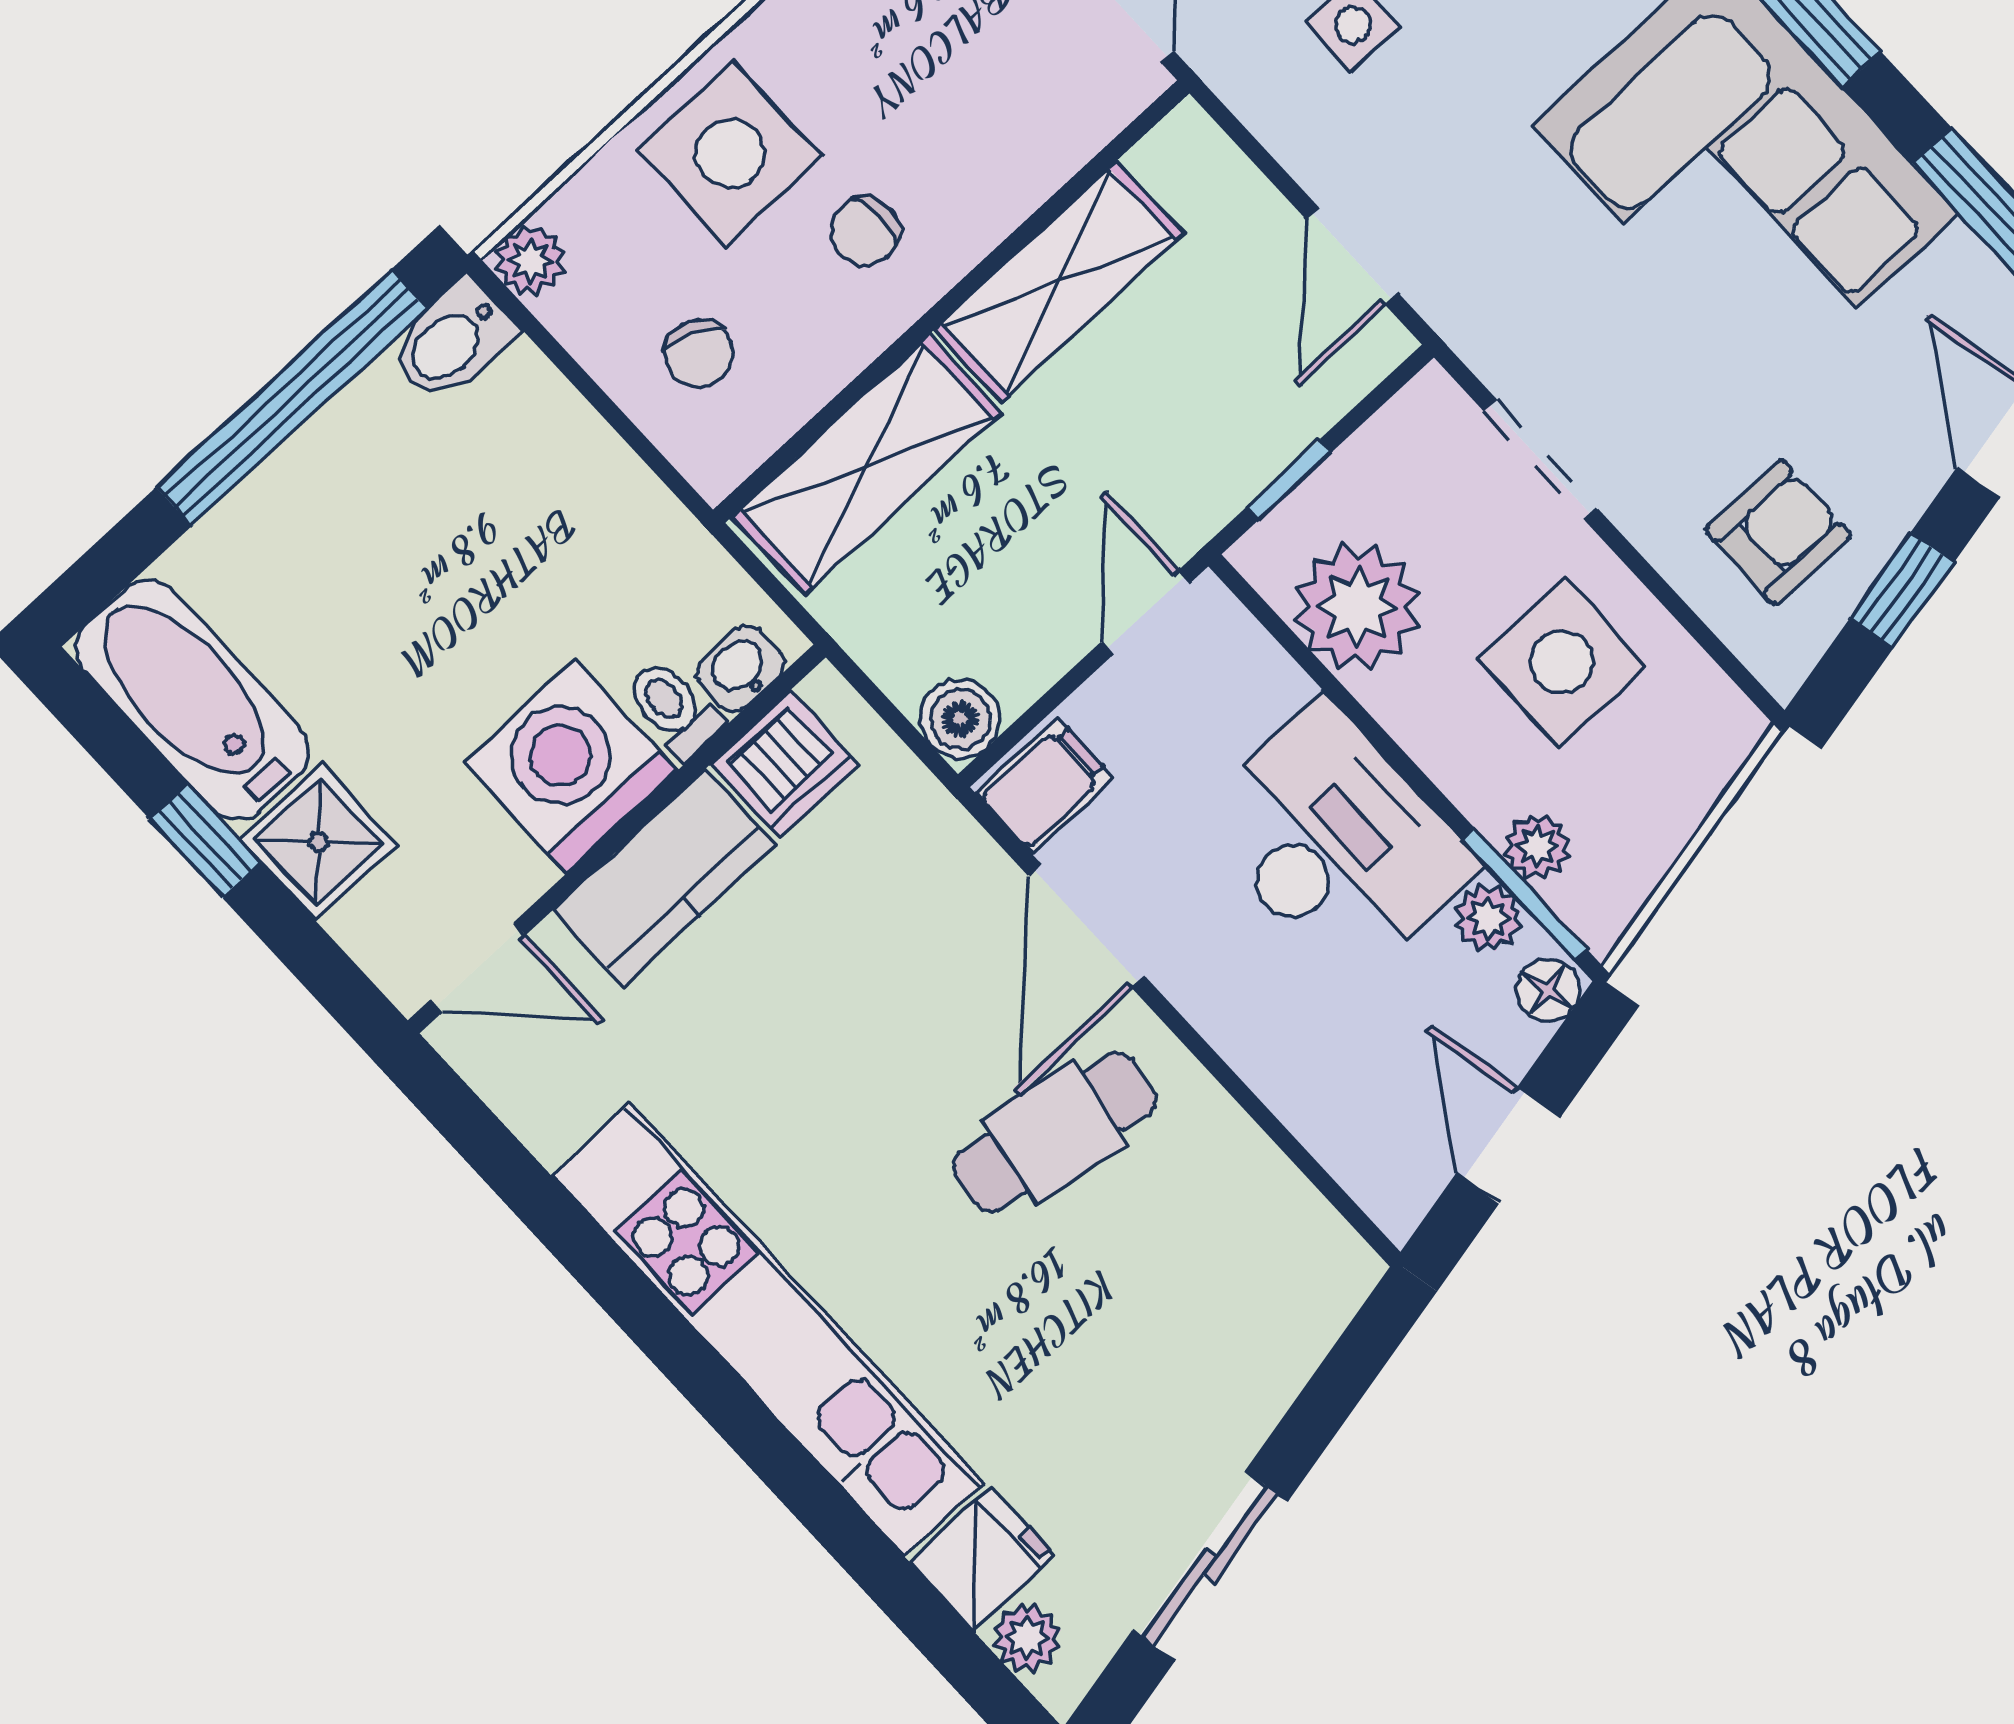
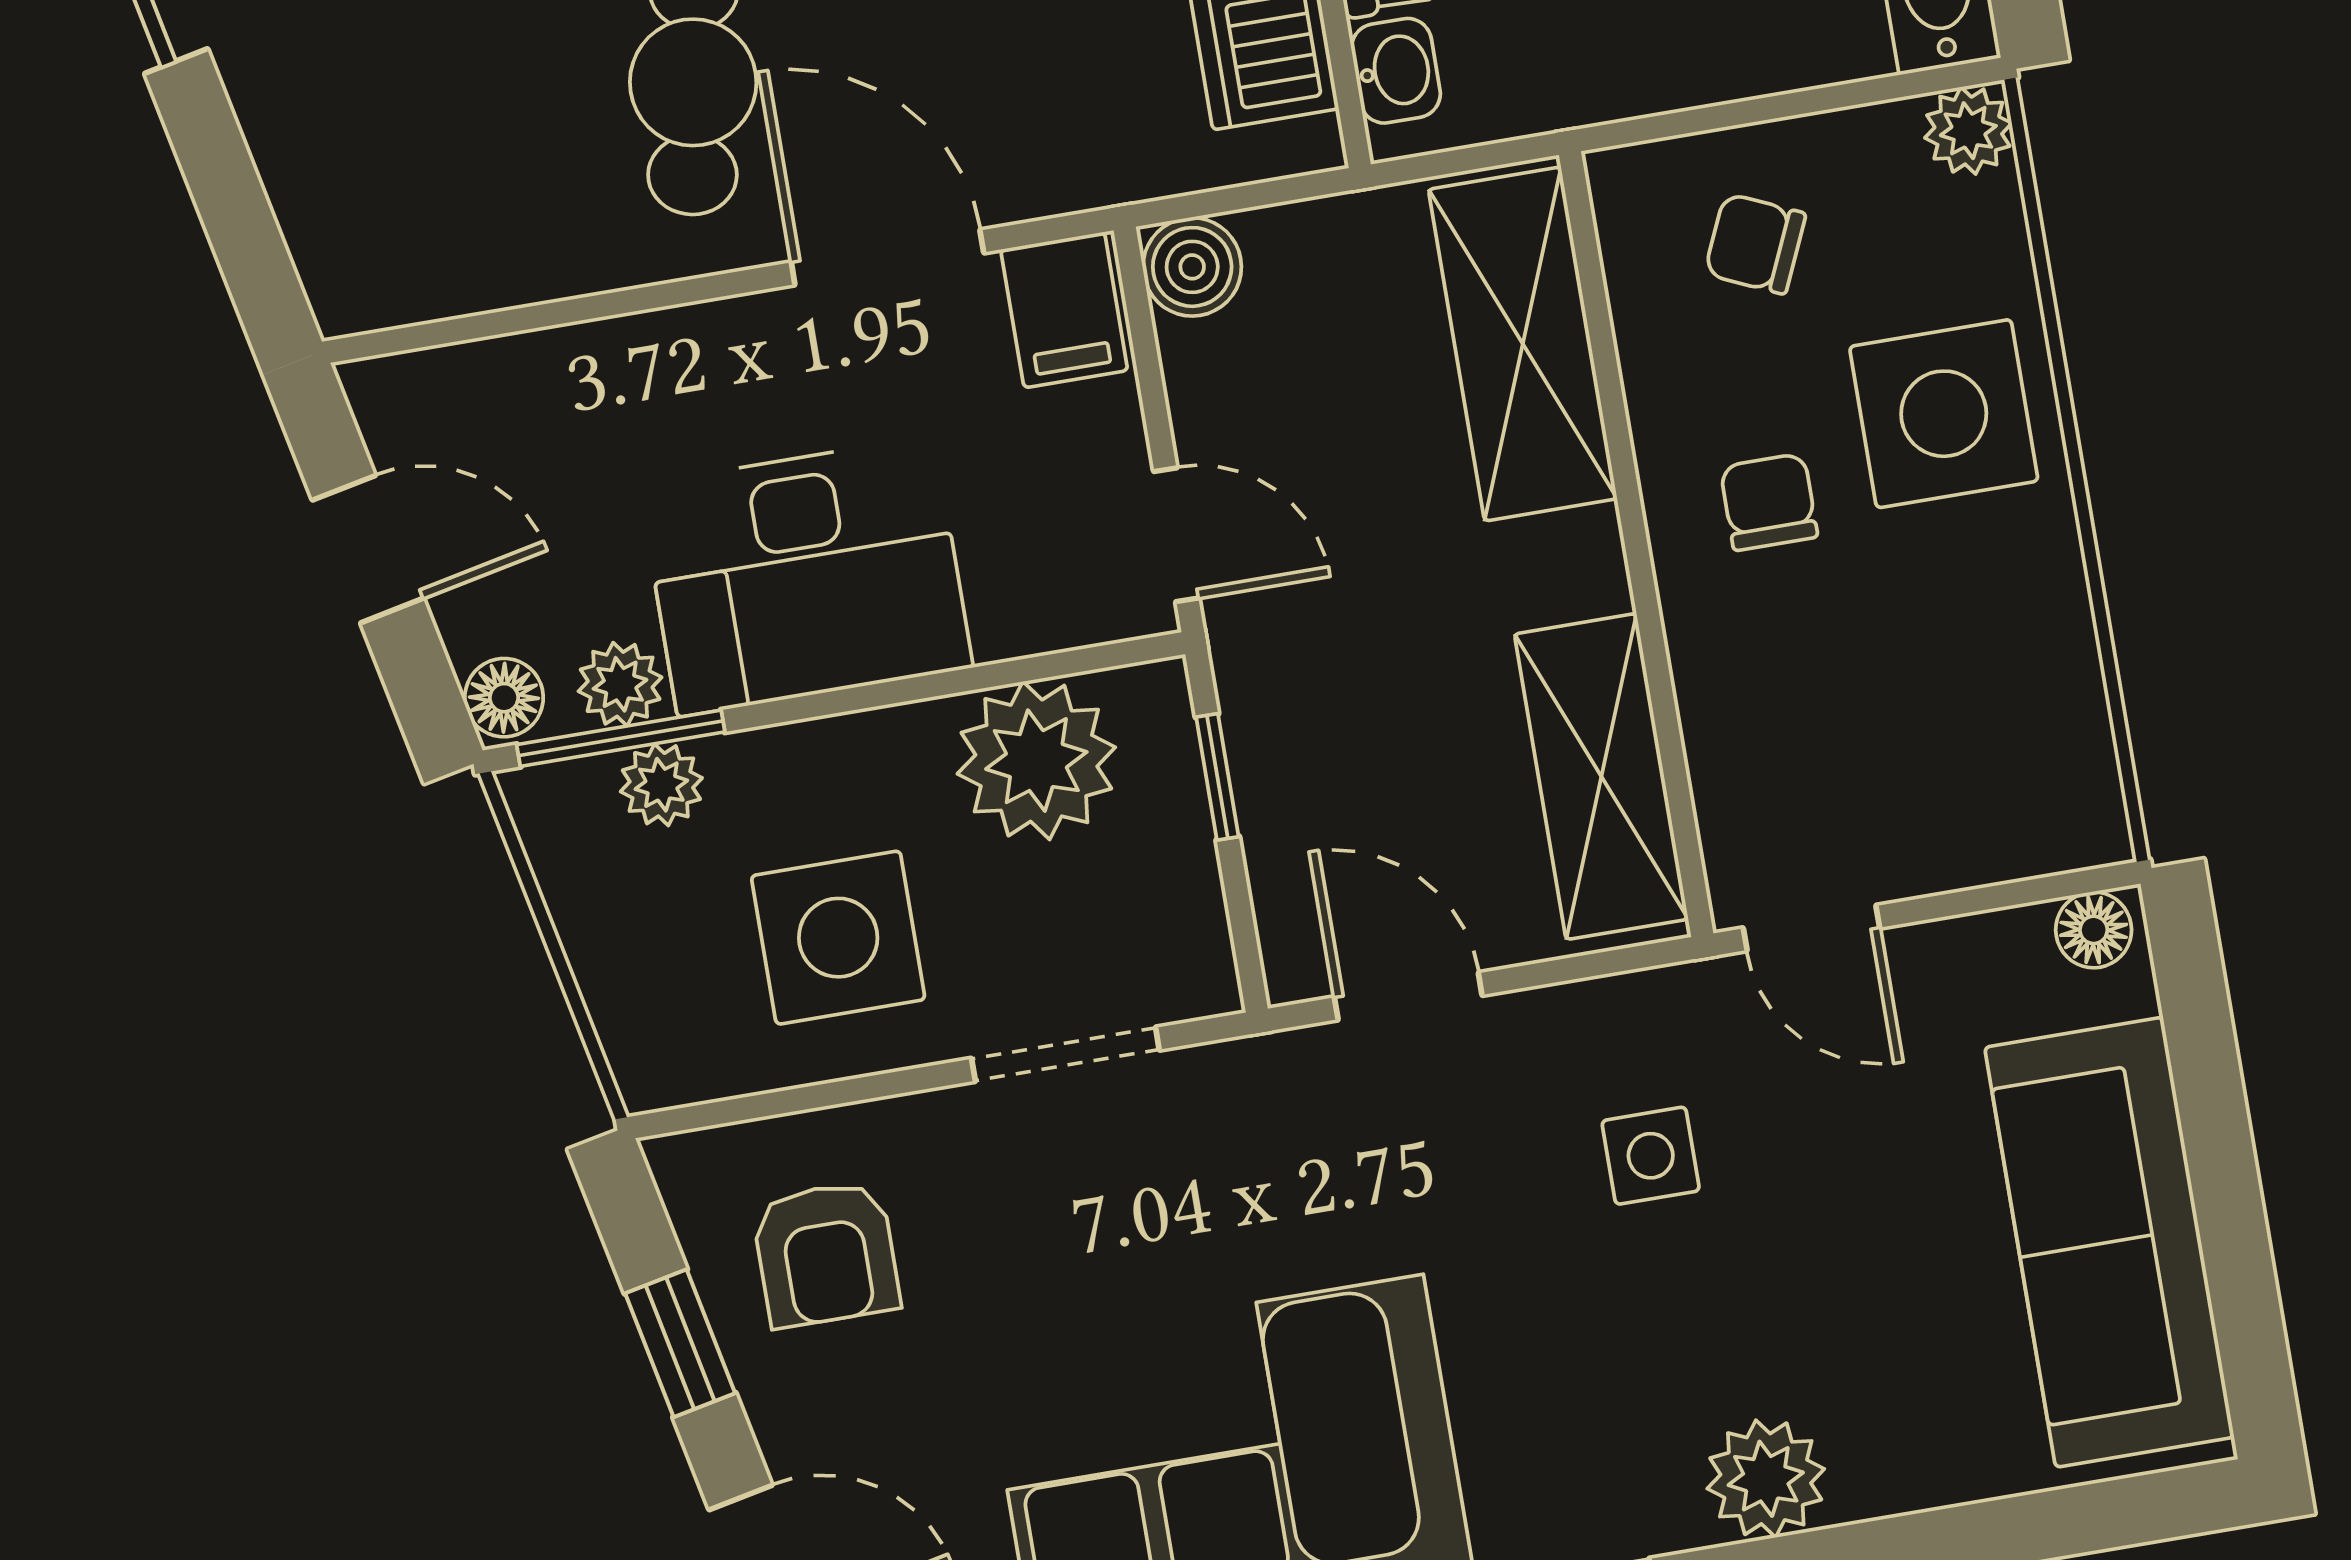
shelving: (1059, 281) -> (1601, 777), moved

